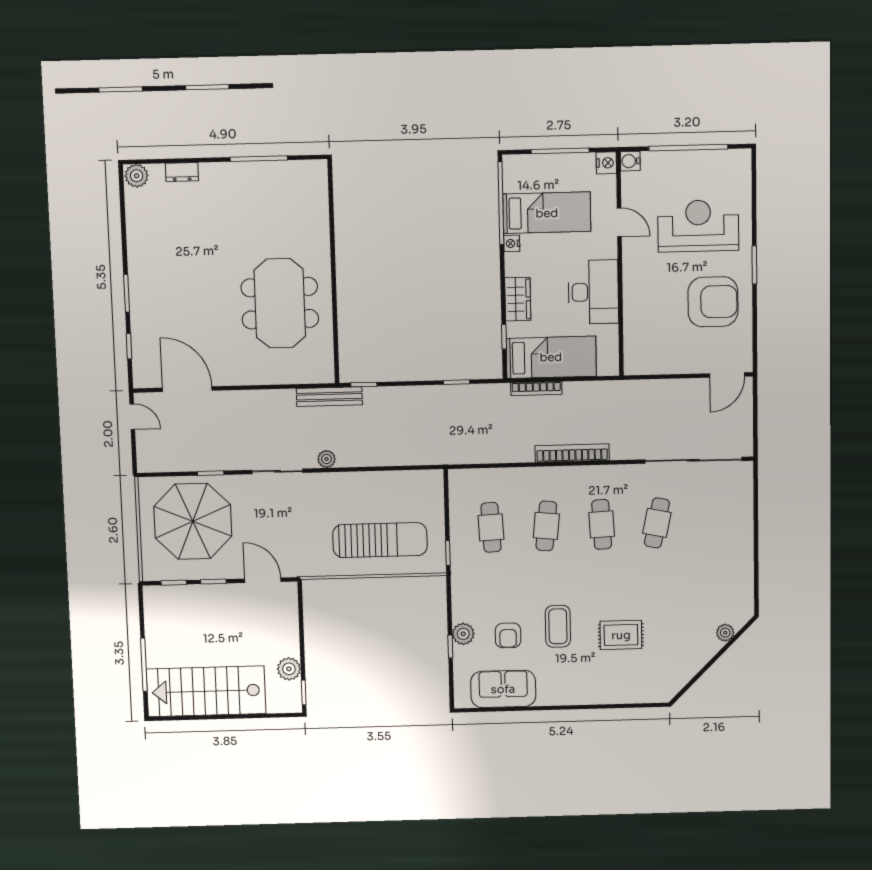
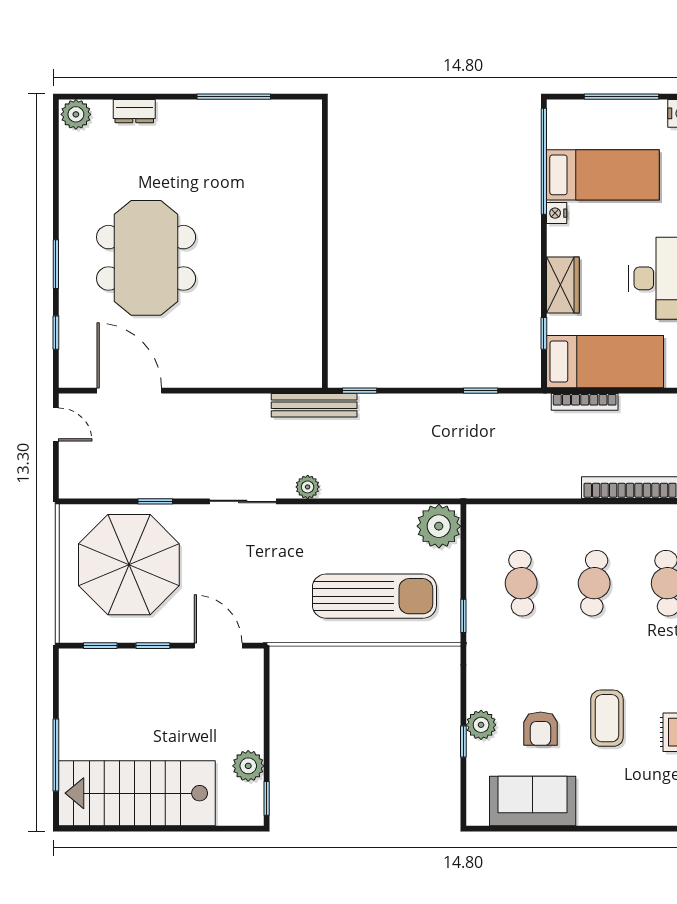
meeting table: (280, 303) -> (146, 258), moved
plant: (427, 486) -> (439, 526), added

